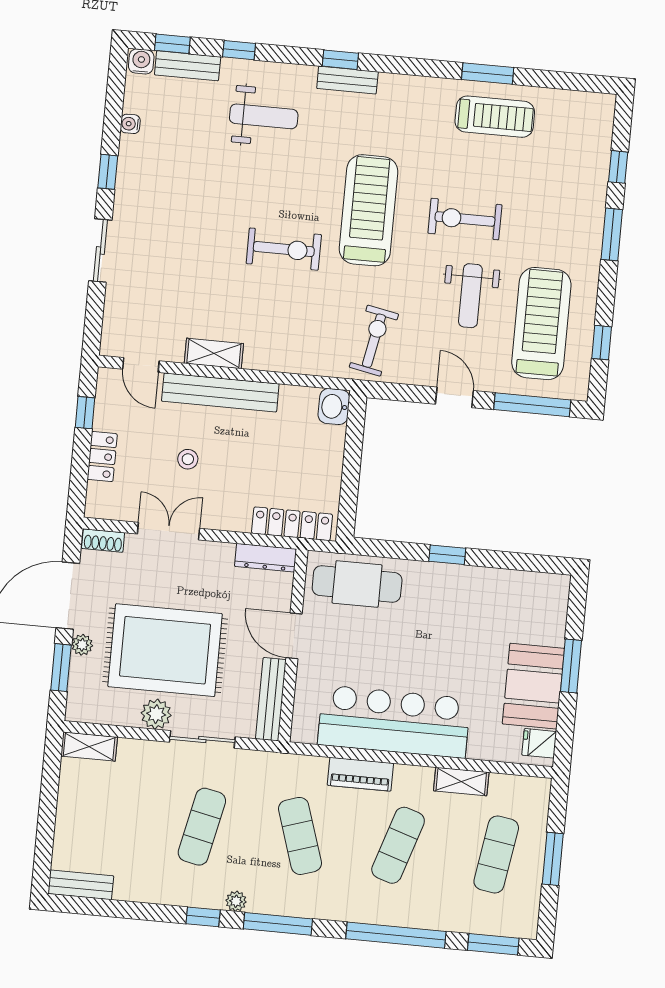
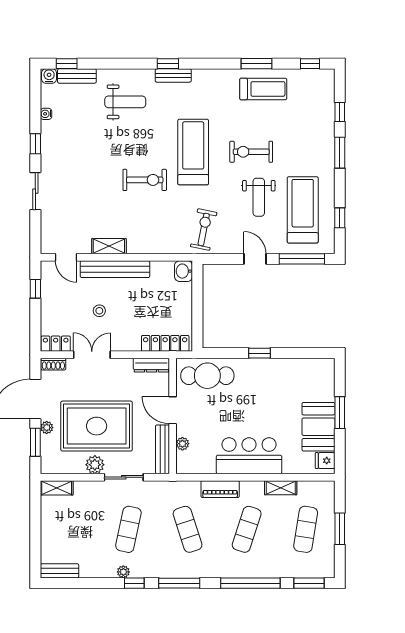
window: (239, 50) -> (310, 64), moved
locker: (102, 457) -> (56, 344), moved, turned -90
plant: (305, 693) -> (182, 444), added
bar counter: (394, 722) -> (249, 456), width x0.73
plant: (236, 901) -> (123, 572), moved

